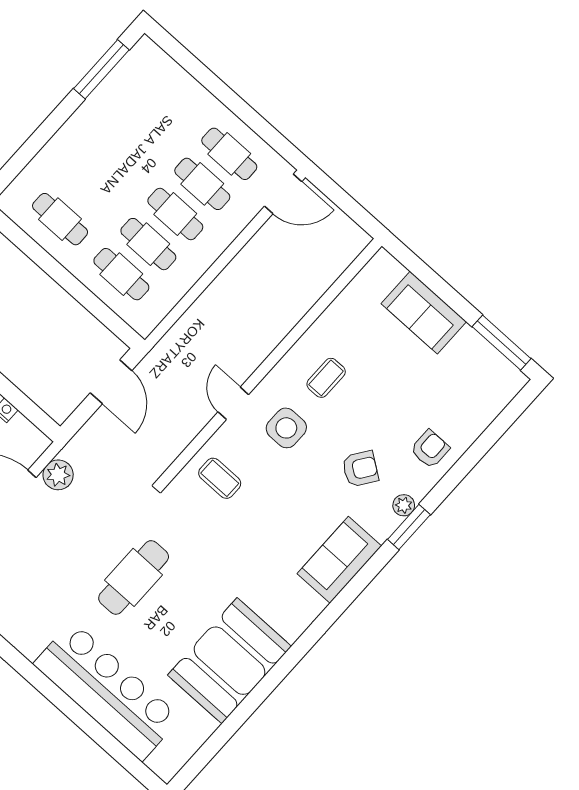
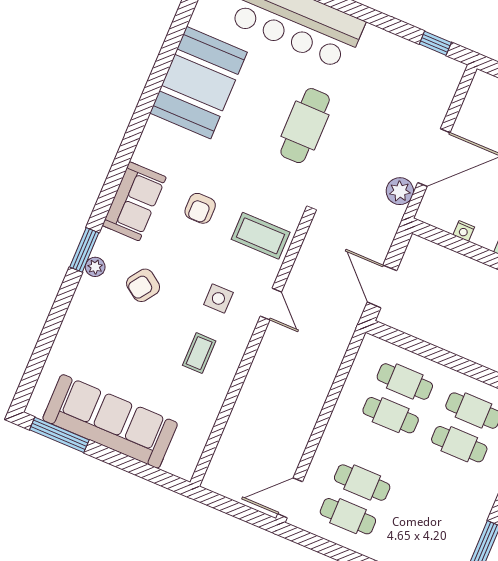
cafe table: (175, 214) -> (459, 444), moved
sofa: (424, 313) -> (110, 421), width x1.85, depth x1.27
side table: (286, 428) -> (218, 298), width x0.73, depth x0.73
armchair: (430, 449) -> (200, 208), moved
coffee table: (220, 478) -> (261, 236), width x1.36, depth x1.30

